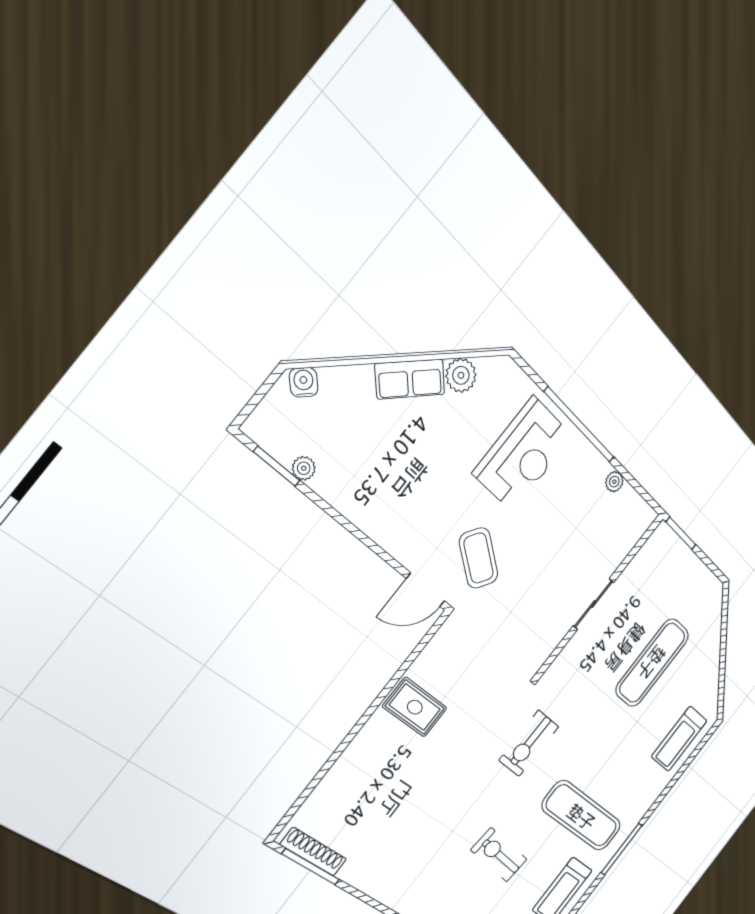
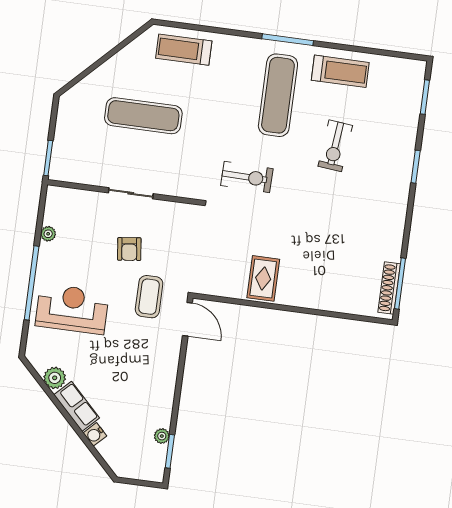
water cooler: (304, 382) -> (95, 434), moved
coffee table: (479, 558) -> (149, 297), turned -35
armchair: (542, 567) -> (129, 249), added
treadmill: (679, 739) -> (184, 50), turned 180

